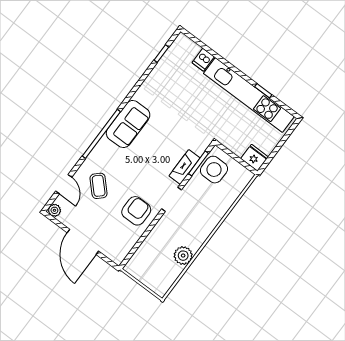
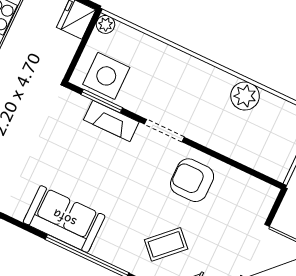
plant: (247, 176) -> (105, 24), added

